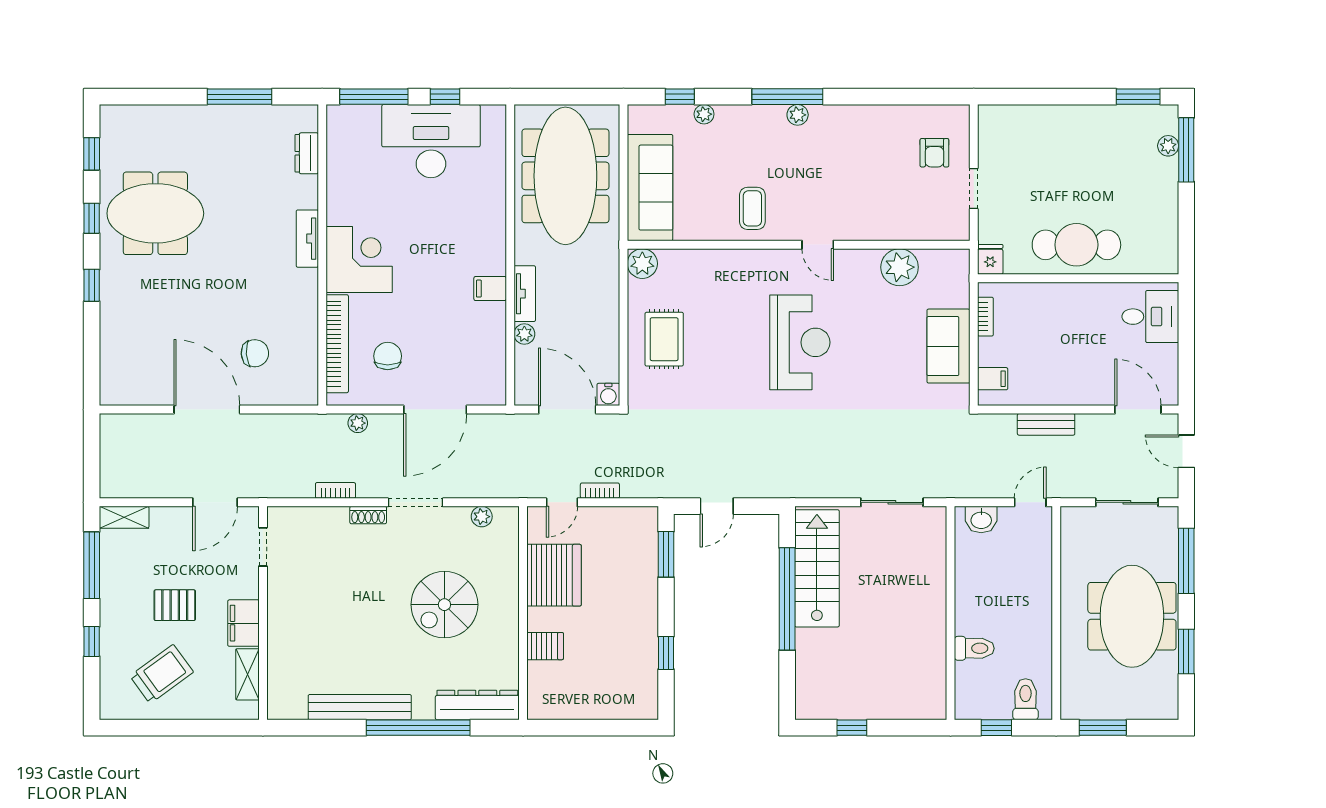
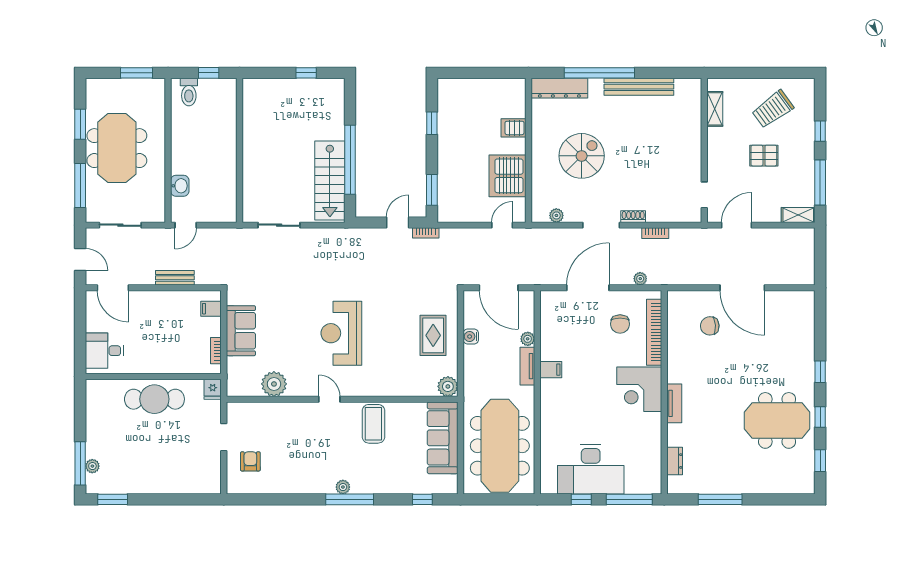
plant: (704, 114) -> (406, 487), removed
coffee table: (752, 208) -> (373, 424), width x1.36, depth x1.30
water cooler: (608, 394) -> (471, 337), moved, turned -90
bookcase: (600, 491) -> (426, 233), moved
washbasin: (981, 520) -> (180, 186), moved, turned 90
filing cabinet: (243, 623) -> (717, 143), removed
toilet: (974, 648) -> (223, 126), removed

